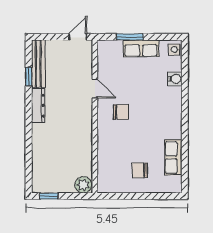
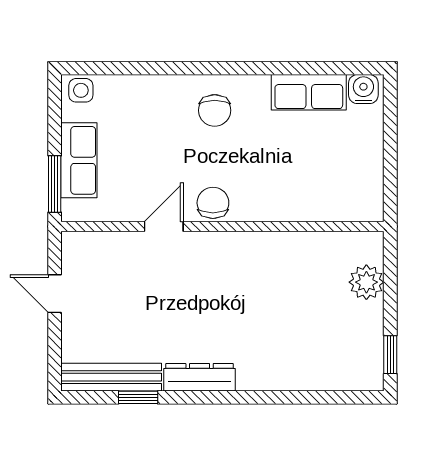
water cooler: (175, 79) -> (363, 89), moved
door: (95, 89) -> (164, 227), moved
wall: (95, 117) -> (222, 227), moved
chair: (140, 170) -> (215, 110), moved

